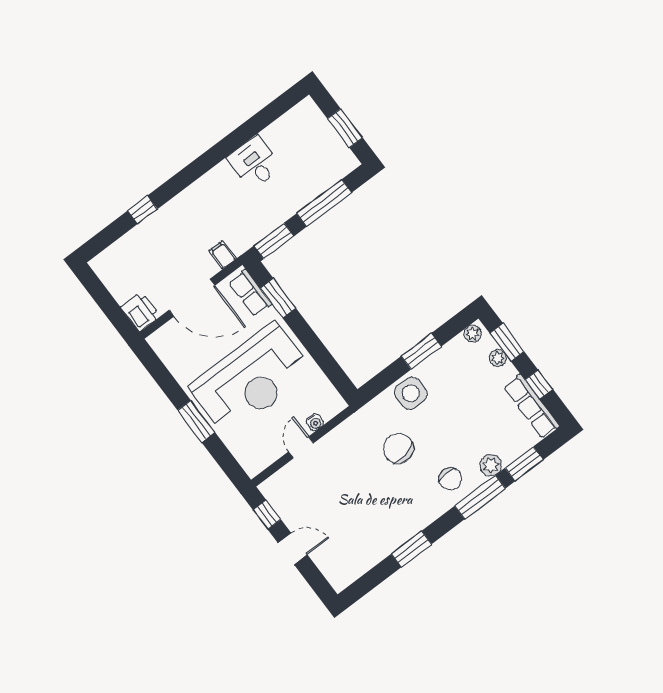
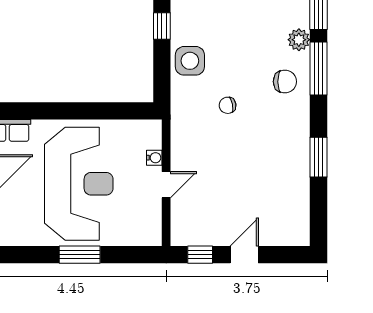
window: (278, 298) -> (29, 111), removed
window: (421, 351) -> (162, 26), width x0.67
door: (301, 447) -> (166, 185), swing flipped
chair: (398, 448) -> (228, 105), width x0.54, depth x0.54

